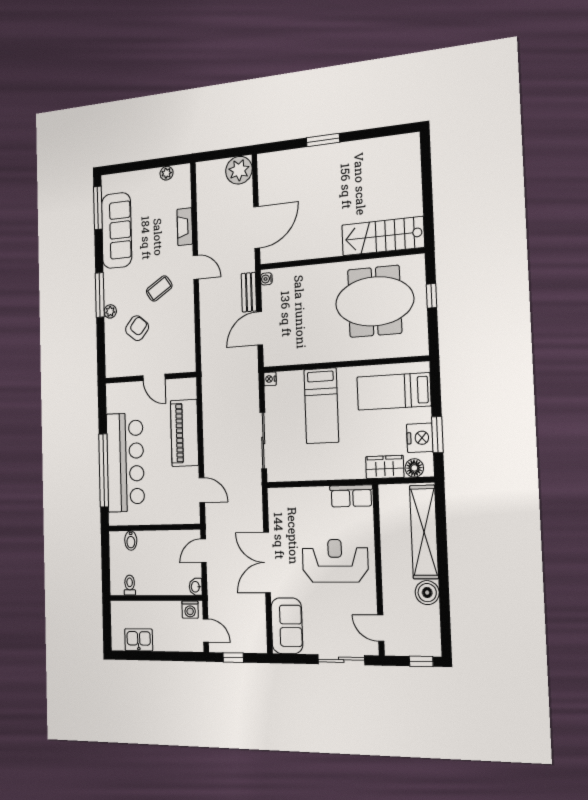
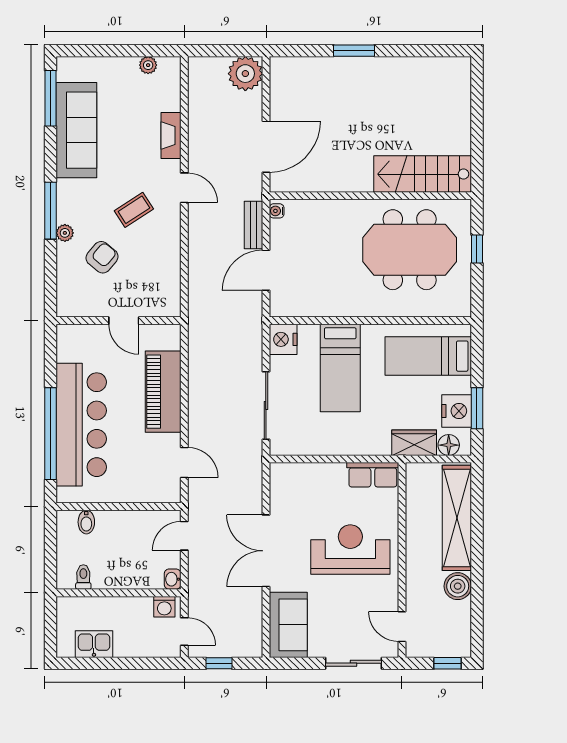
nightstand: (270, 379) -> (283, 339), width x1.89, depth x1.79

